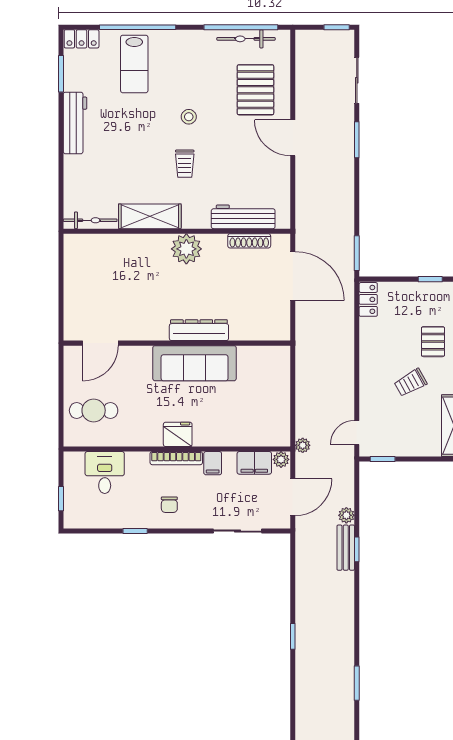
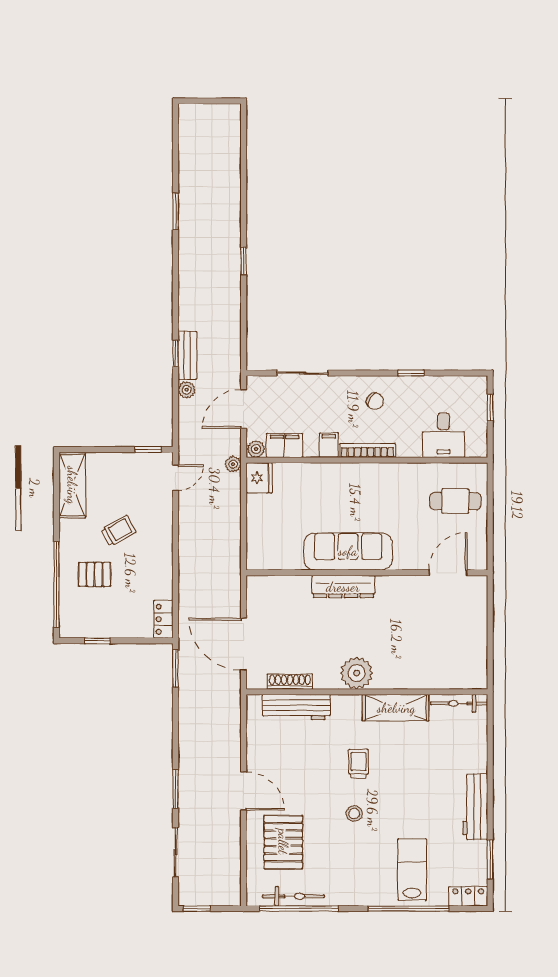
pallet: (433, 342) -> (95, 574), turned 90
fridge: (178, 434) -> (259, 478), moved, turned -90
chair: (169, 505) -> (375, 401), turned 122

